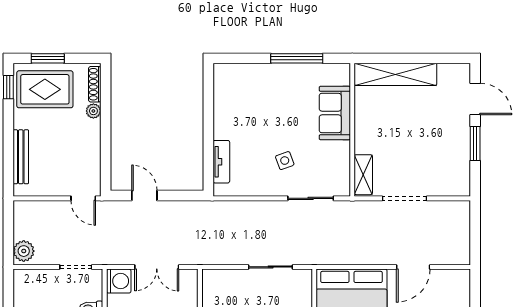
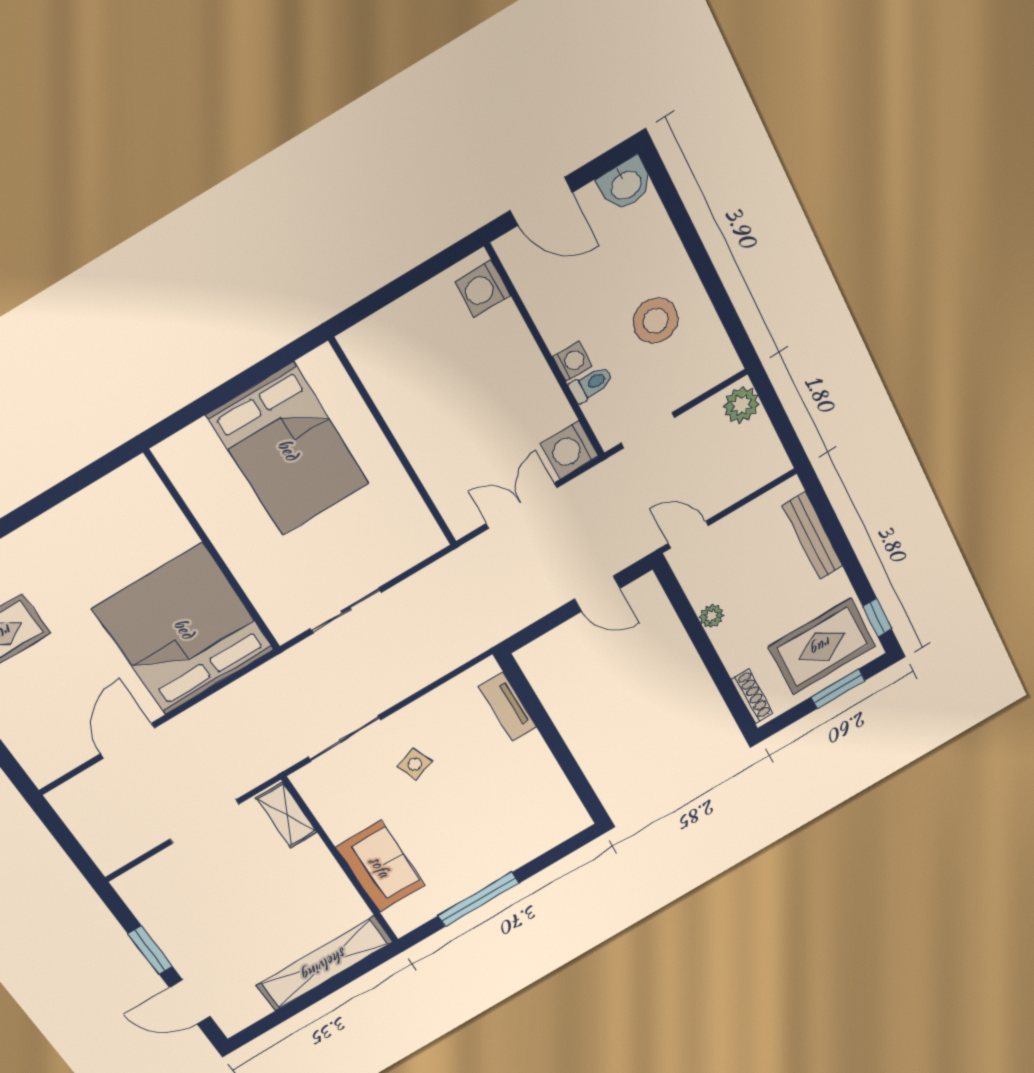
plant: (93, 111) -> (712, 616), moved

